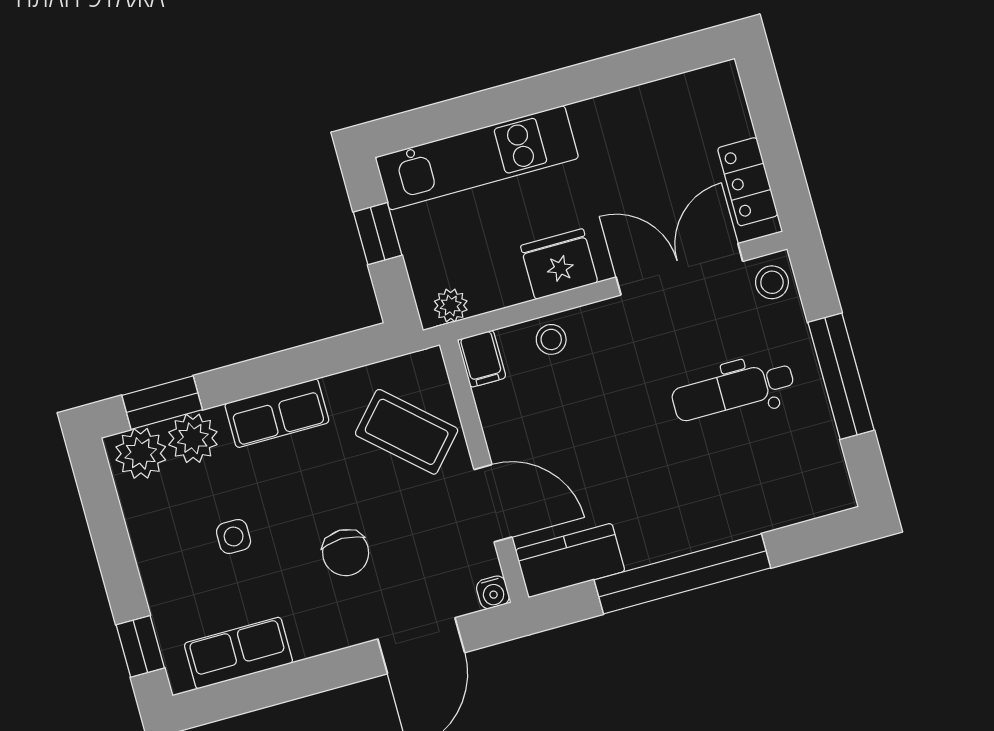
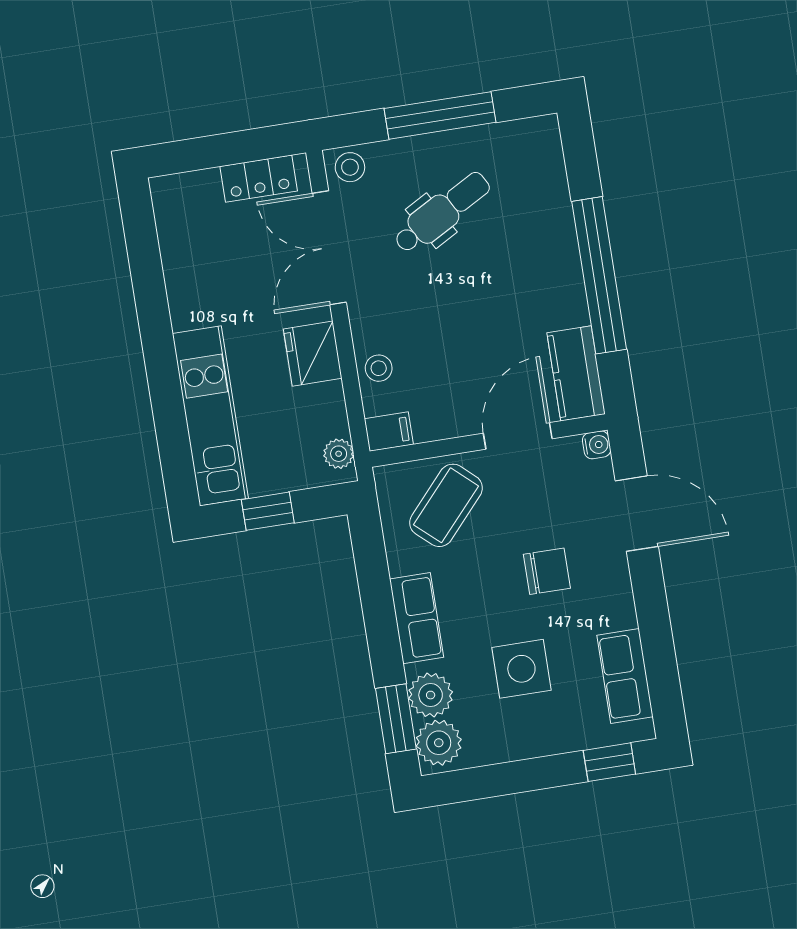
dental chair: (733, 391) -> (442, 212), turned -119
side table: (234, 537) -> (521, 669), width x1.87, depth x1.87

